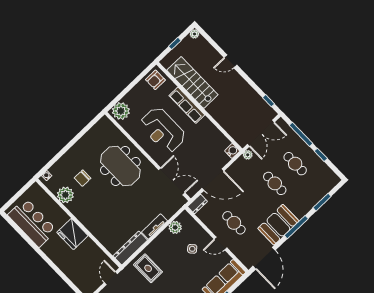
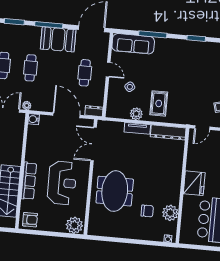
plant: (175, 227) -> (136, 114), moved
rug: (148, 268) -> (159, 103), moved

